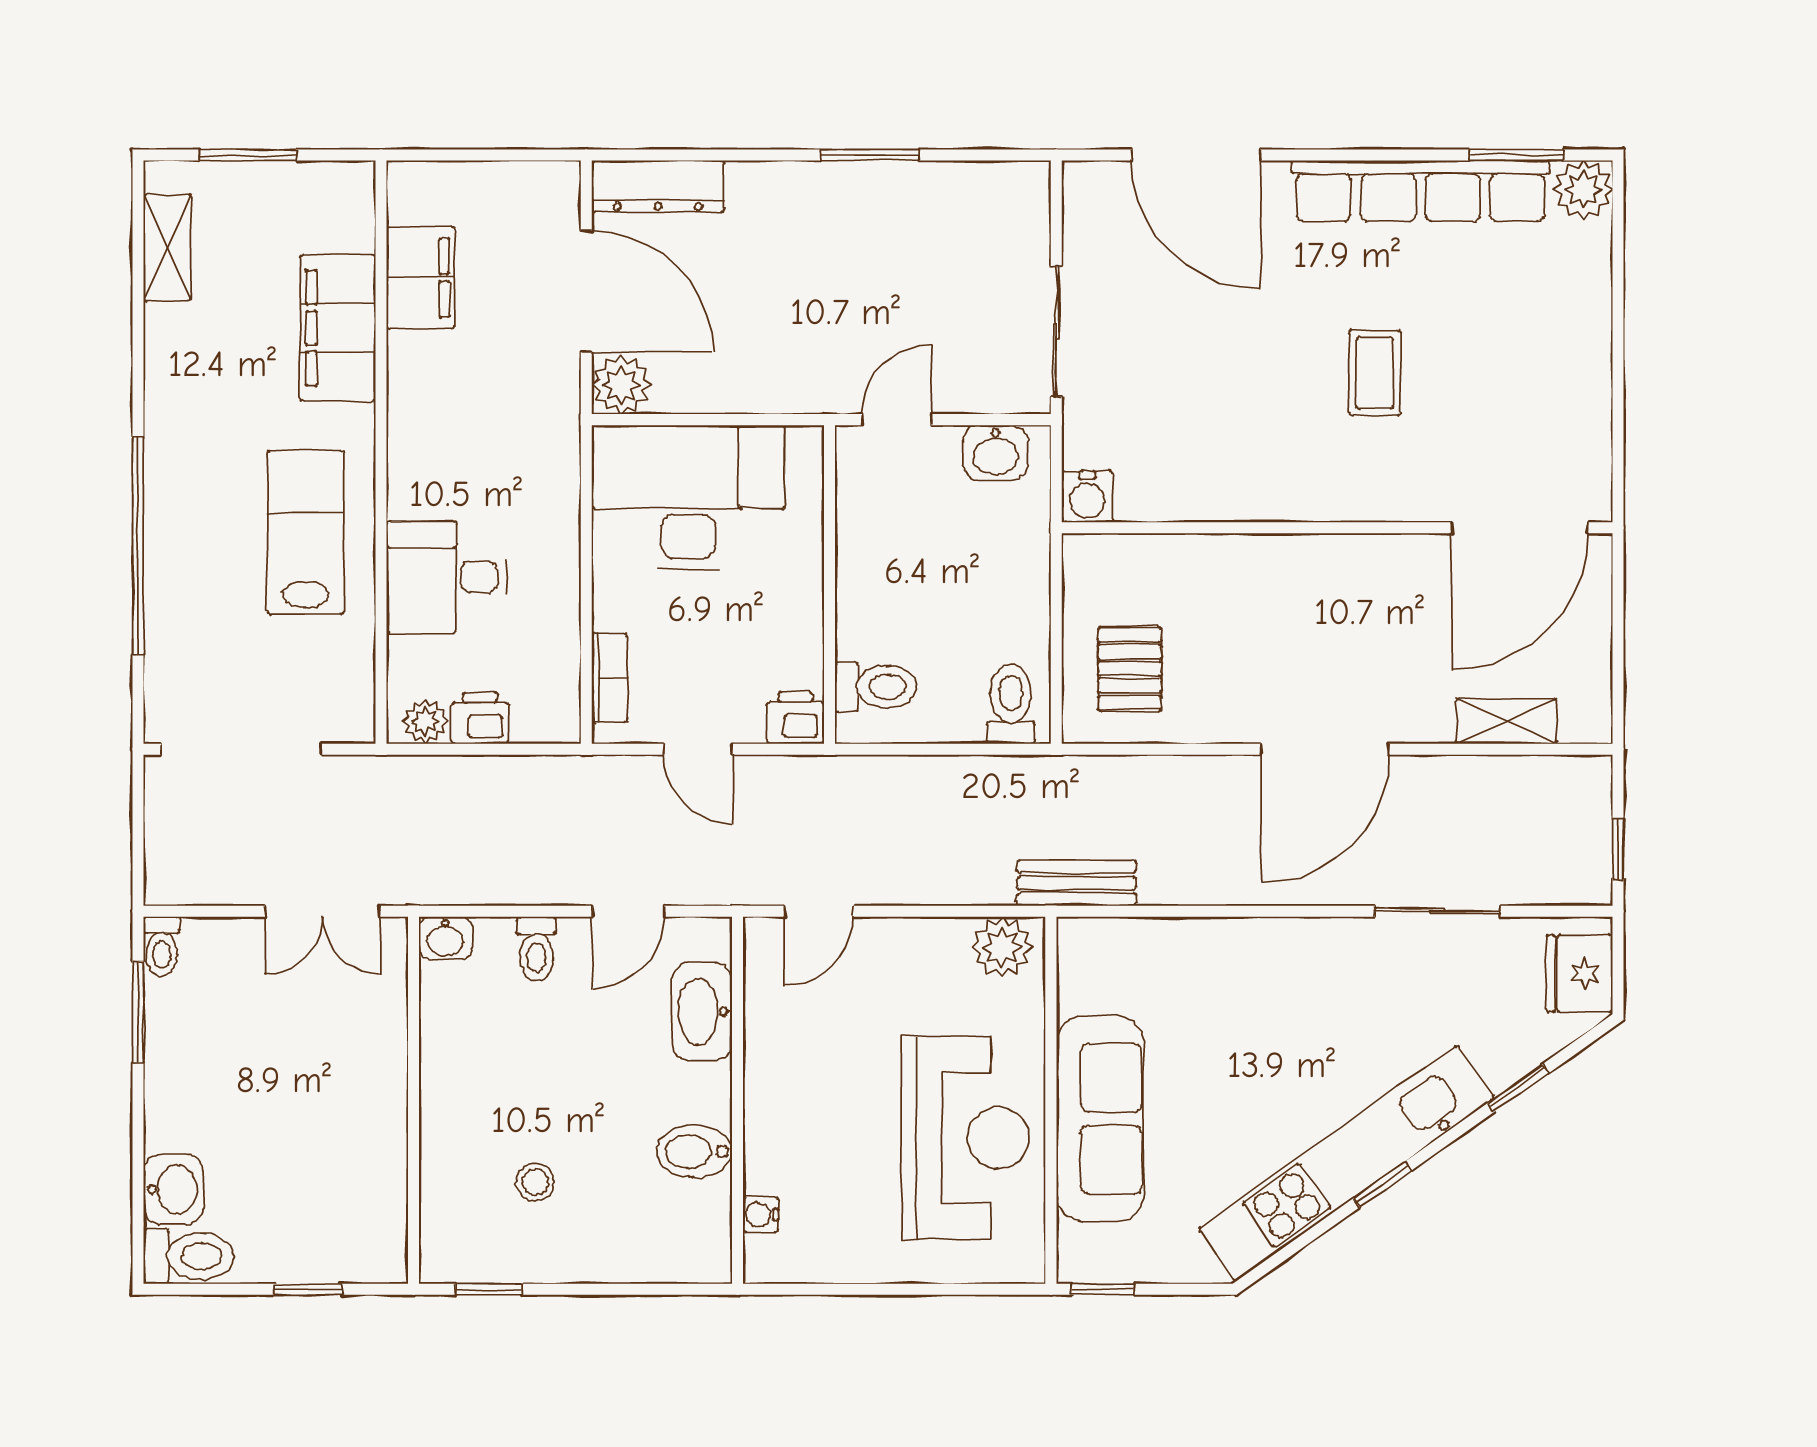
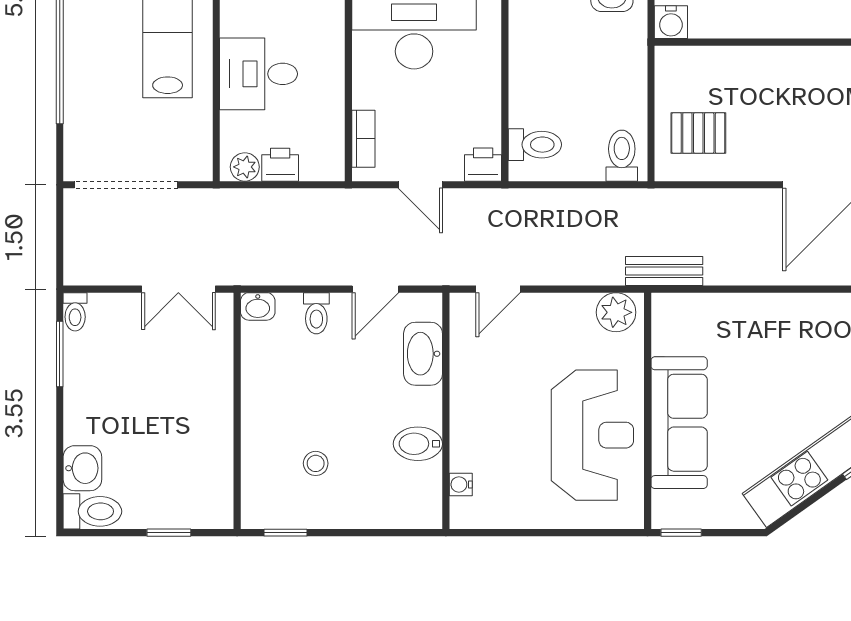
pallet: (1130, 669) -> (698, 133), turned 90

